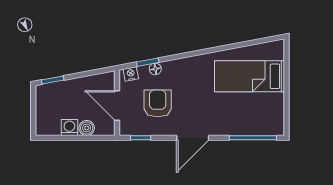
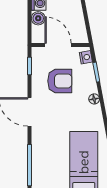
floor lamp: (155, 69) -> (94, 99), moved
door: (117, 105) -> (58, 45), hinge flipped

